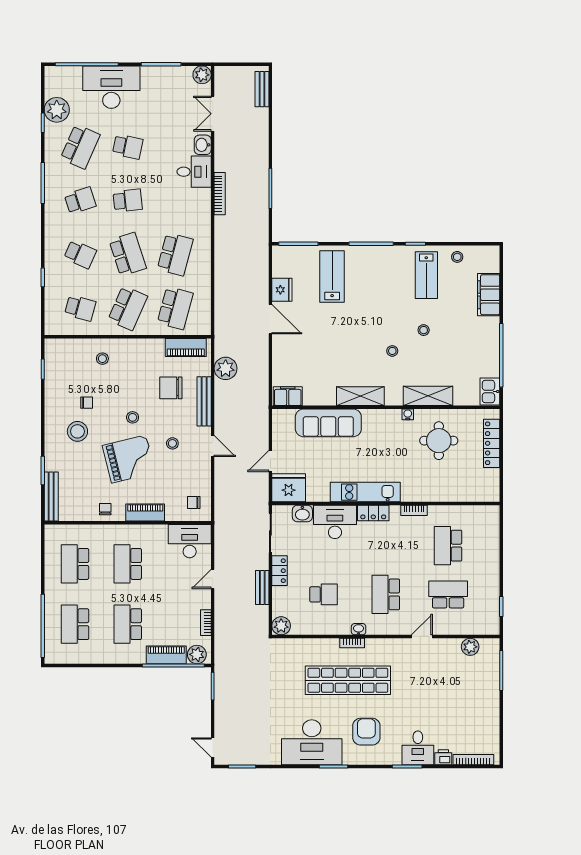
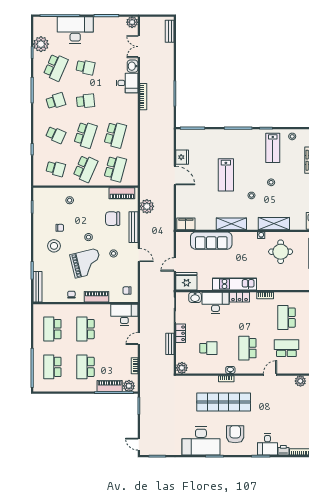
school desk: (128, 254) -> (85, 135), turned 36
lab bench: (332, 277) -> (226, 175), moved, turned 180

